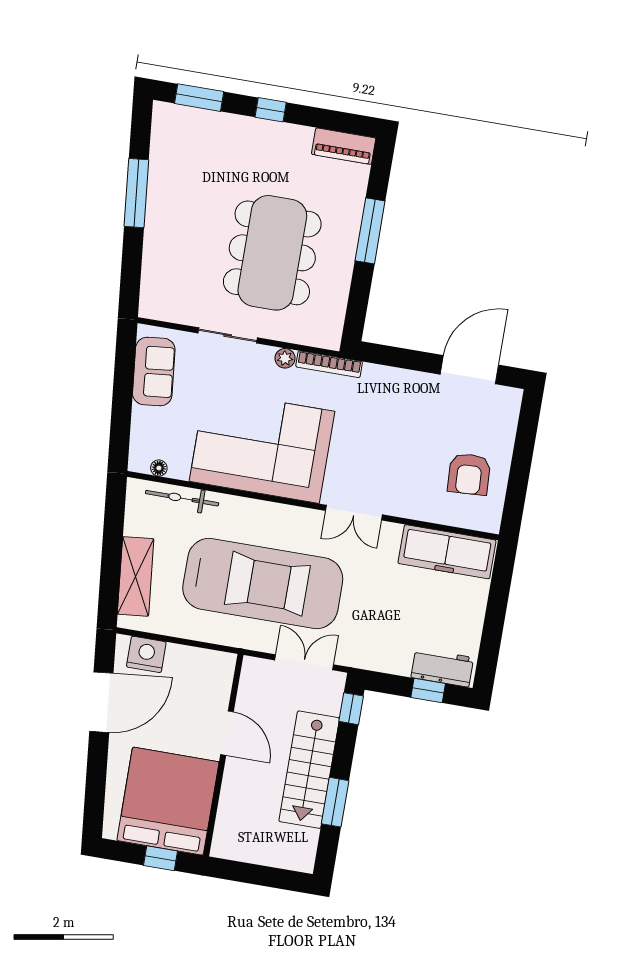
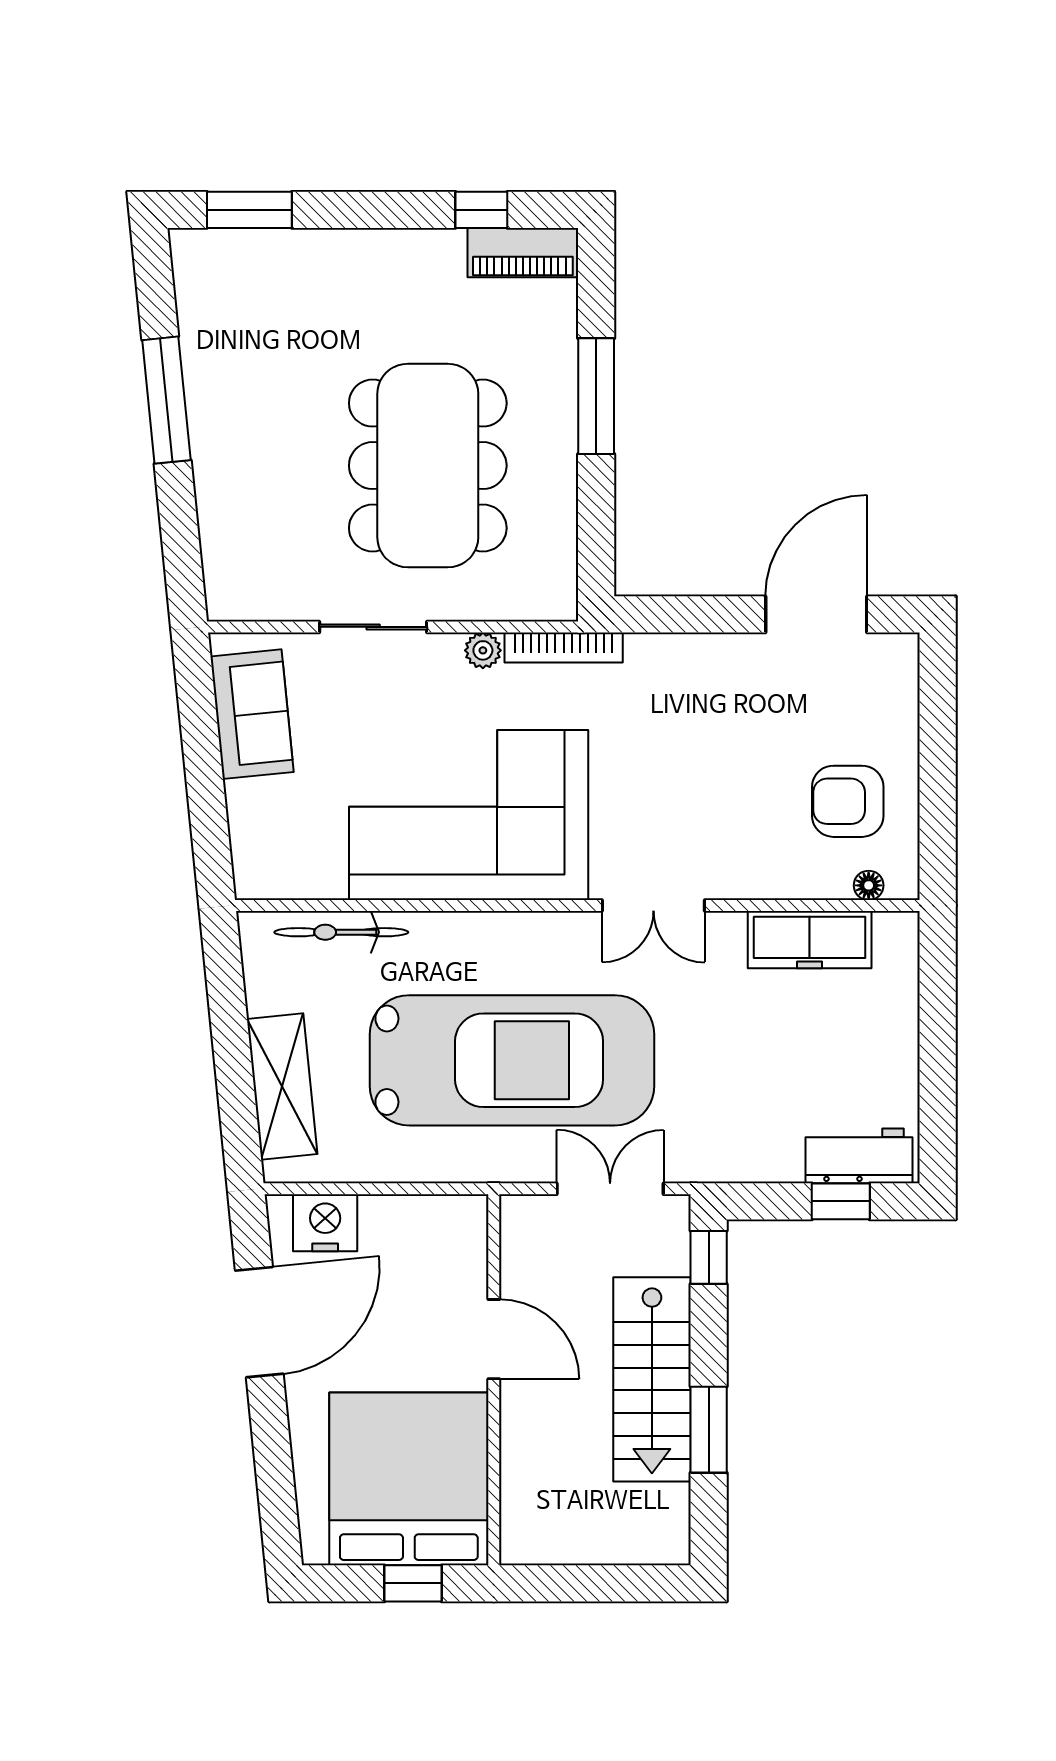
window: (271, 110) -> (481, 210), moved
floor lamp: (159, 468) -> (869, 885), moved
armchair: (469, 474) -> (848, 801), turned 93
freezer: (447, 552) -> (810, 940), width x0.73, depth x0.79

